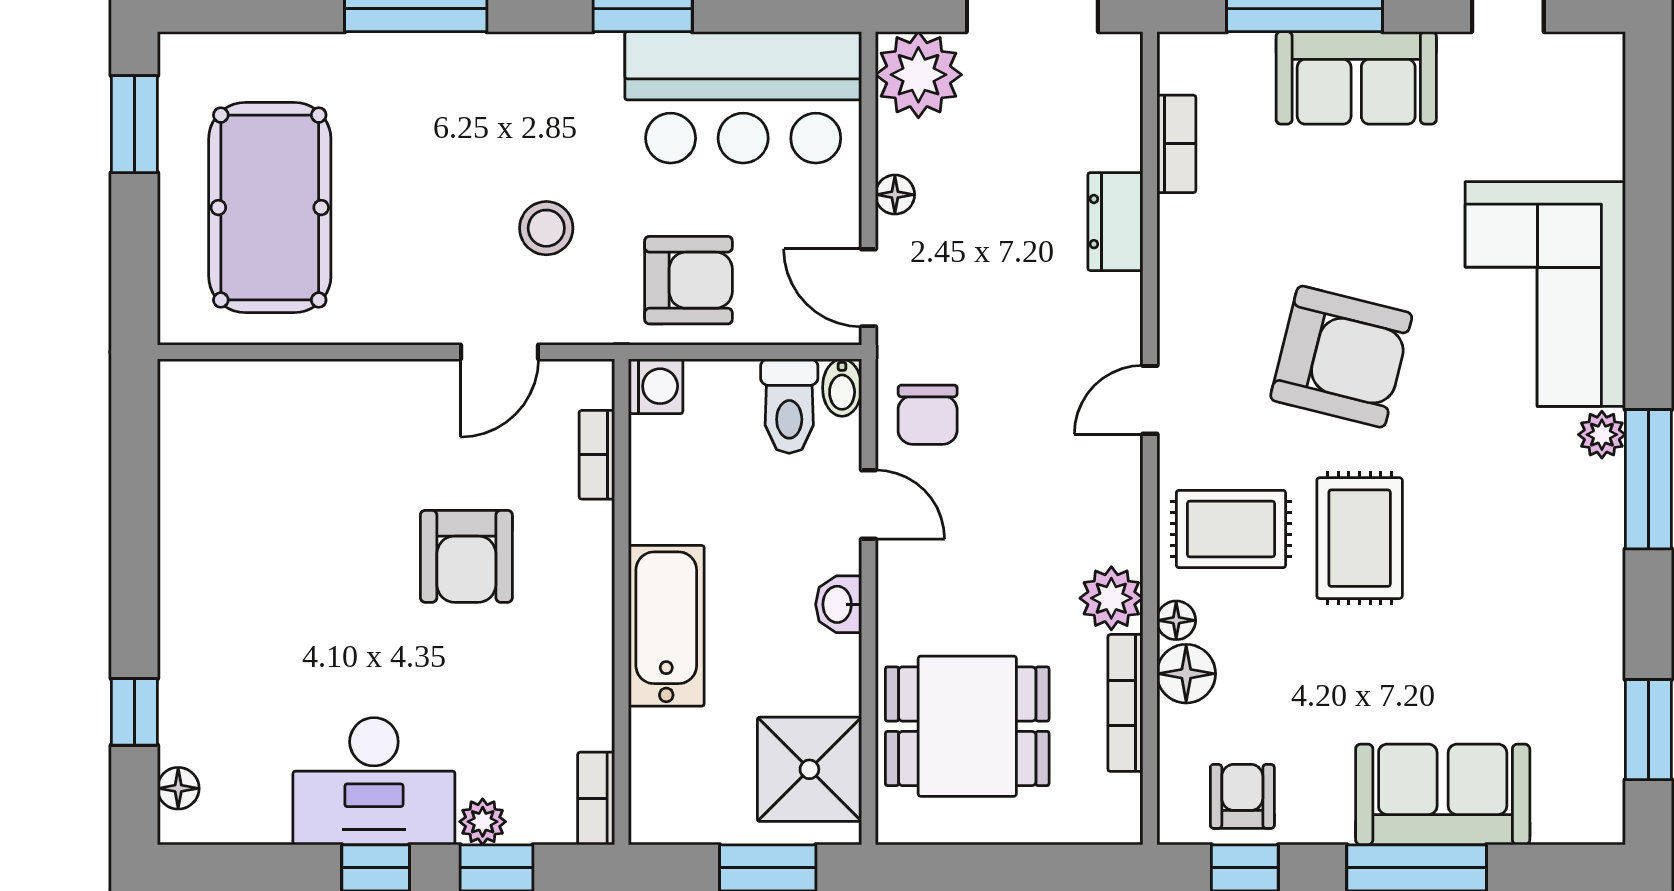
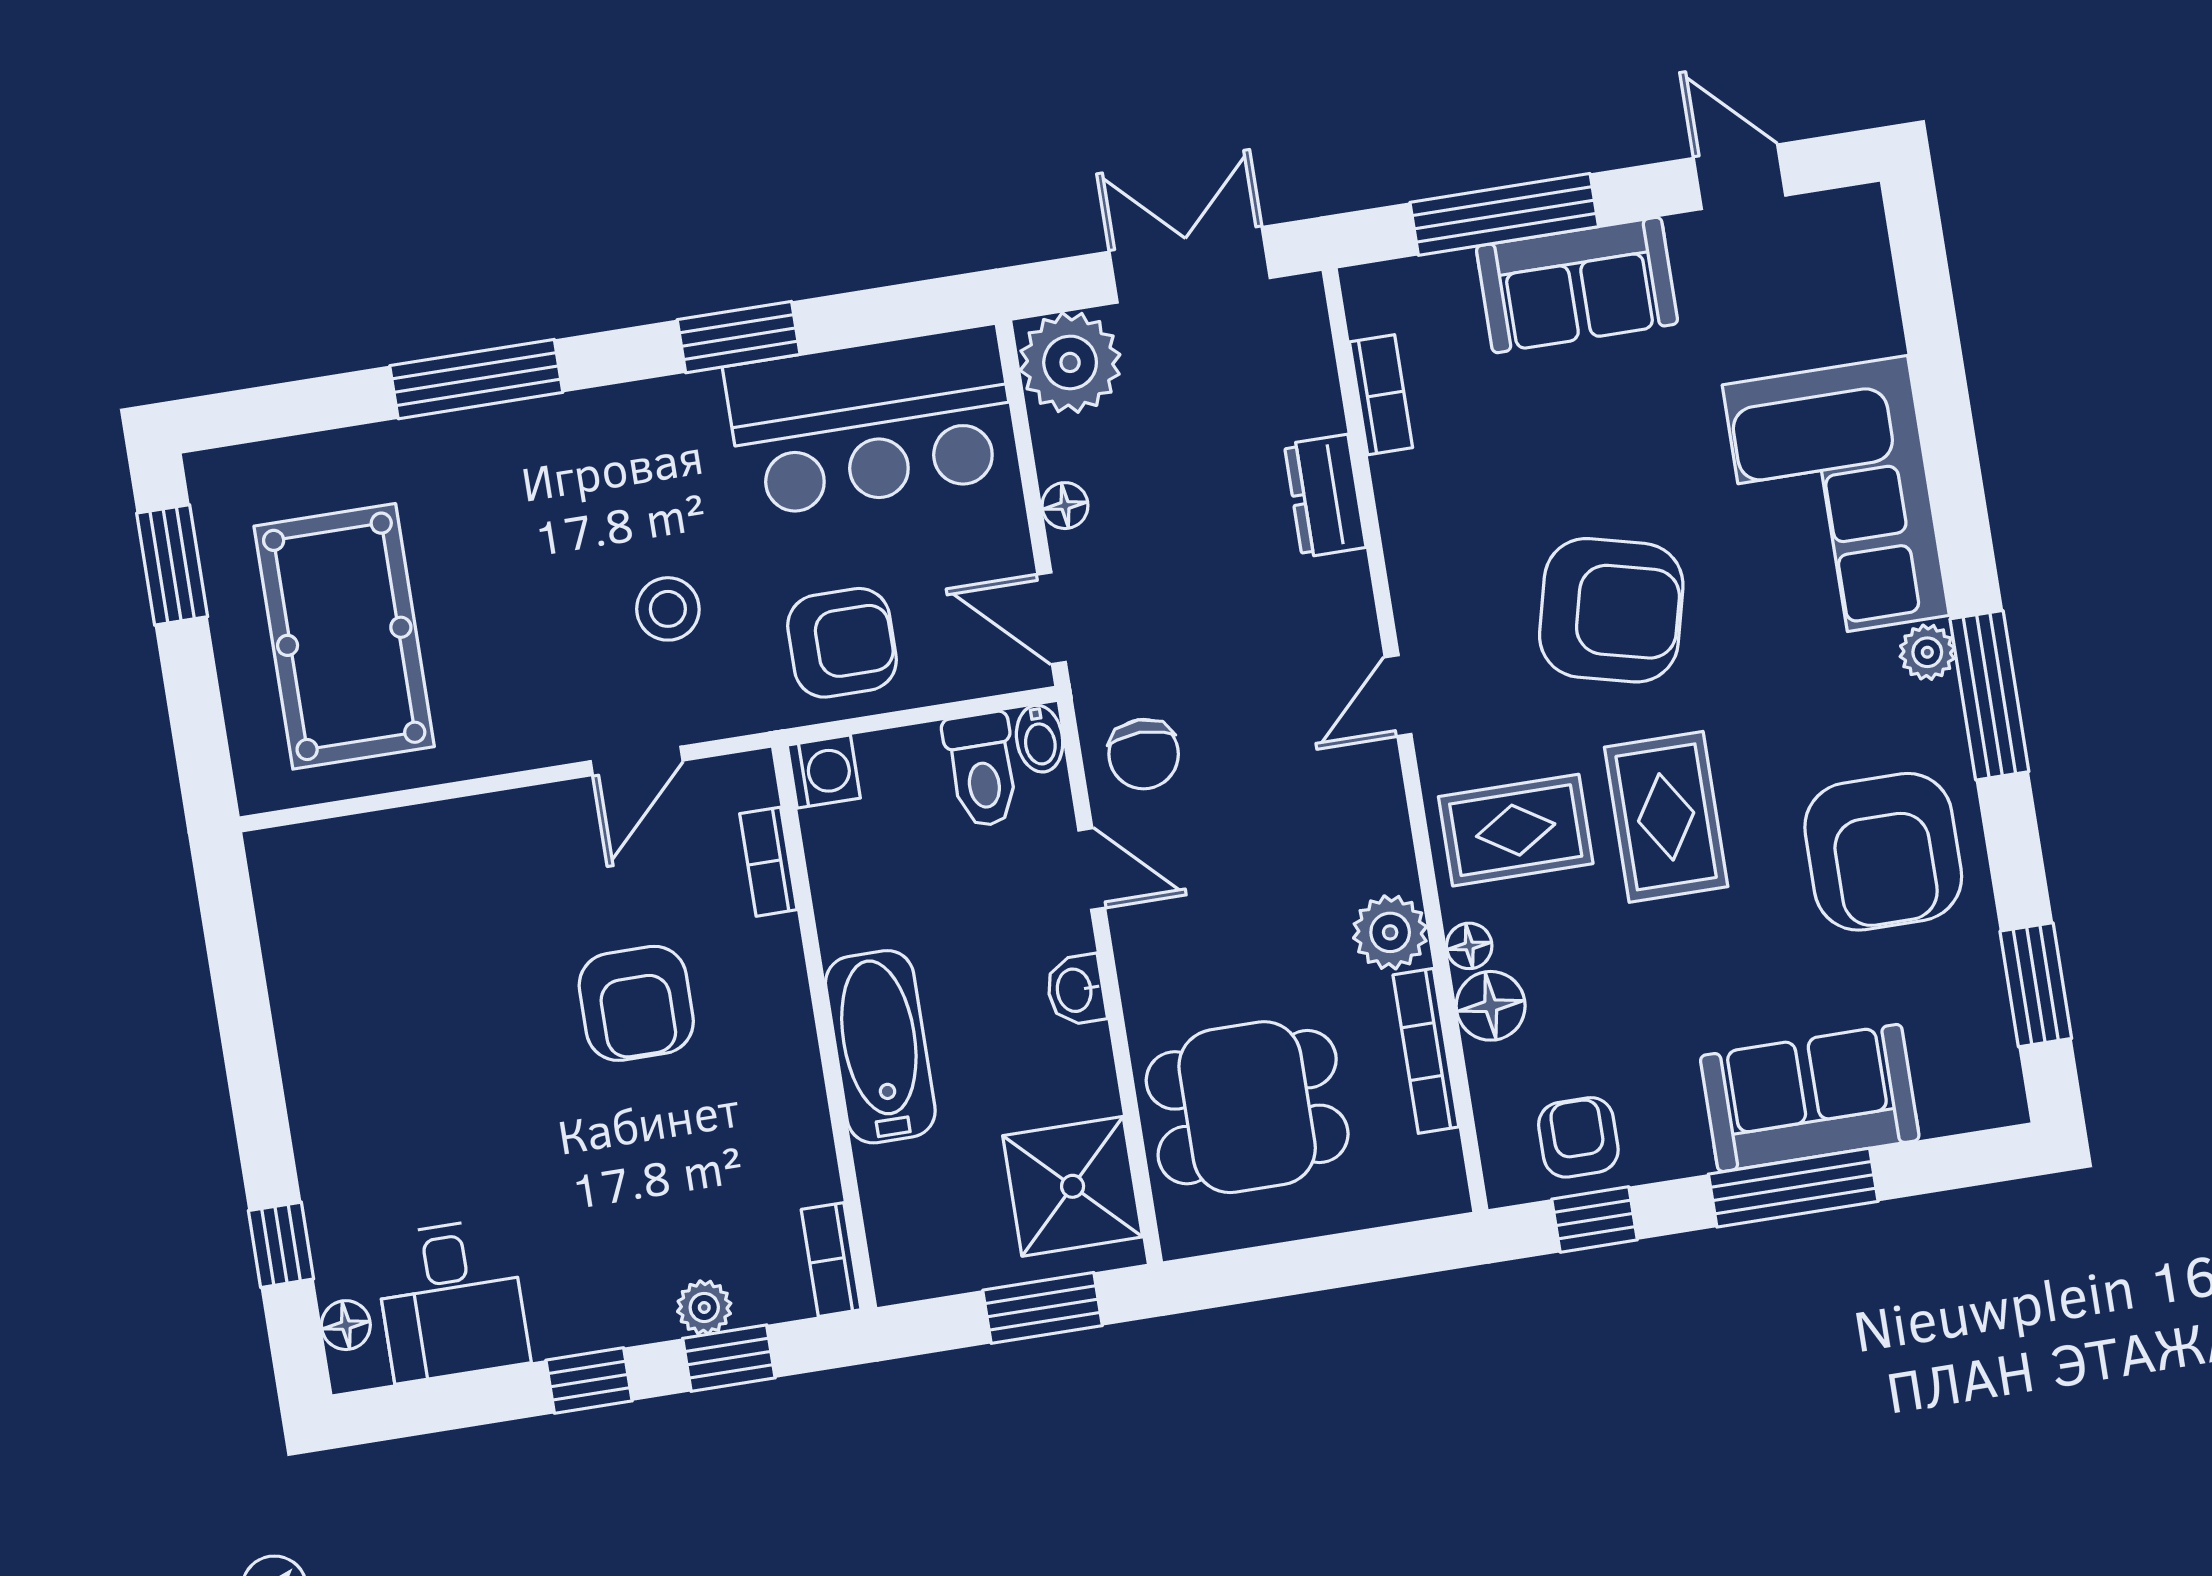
armchair: (1538, 597) -> (1883, 852), added
desk: (374, 781) -> (451, 1300), moved, width x0.73

